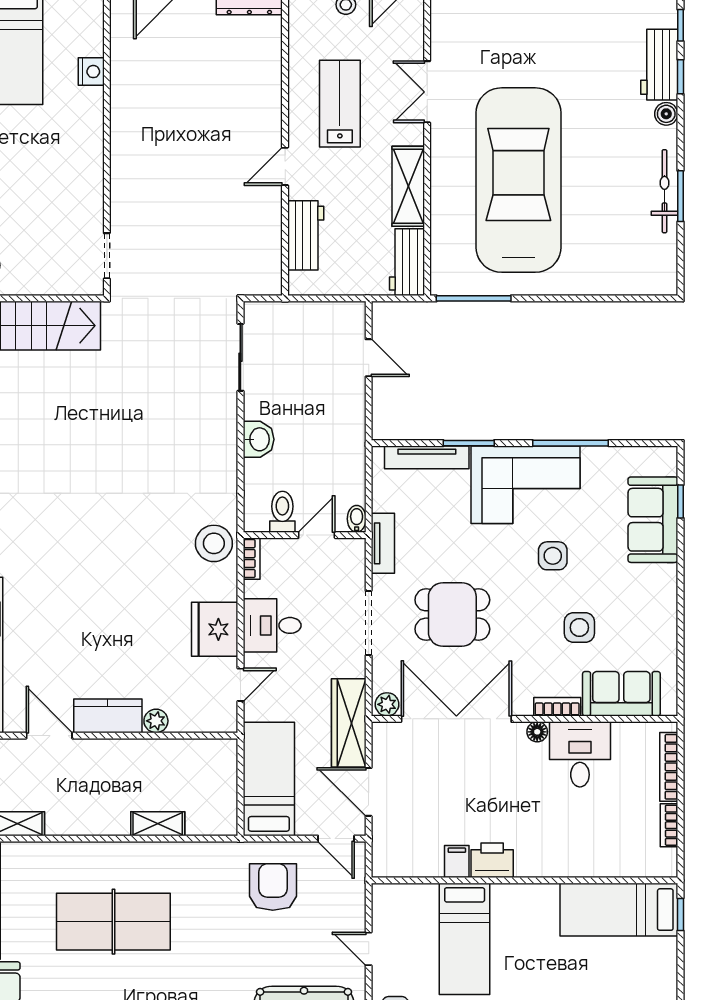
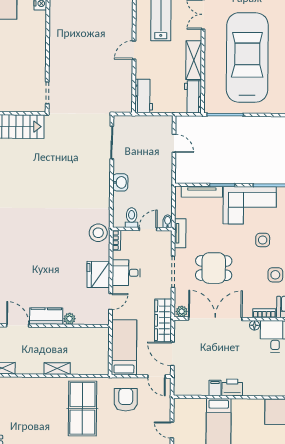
workbench: (306, 235) -> (144, 96), moved
shelving: (158, 824) -> (57, 369), moved
table tennis table: (113, 922) -> (82, 408), moved, turned 90

